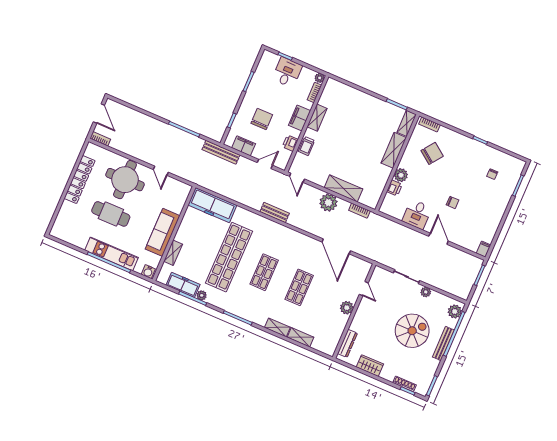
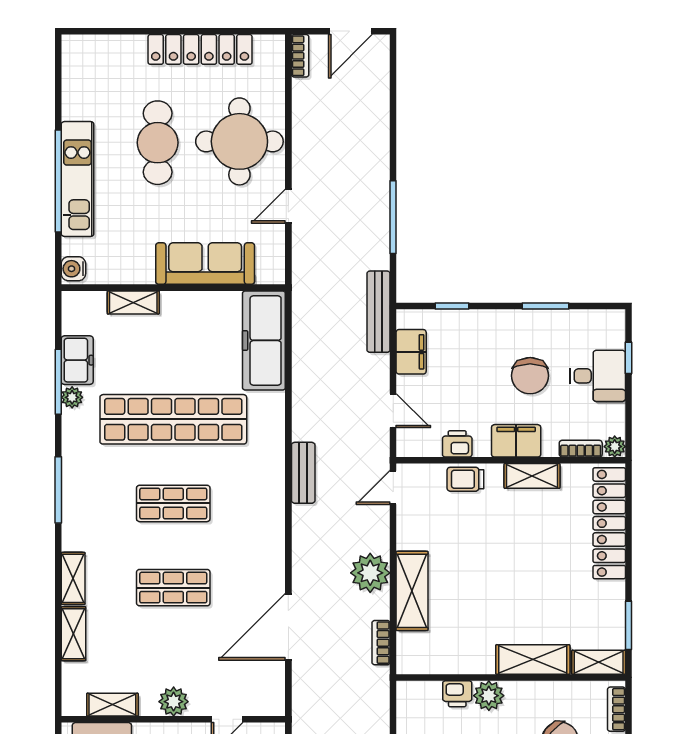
locker: (351, 94) -> (609, 523), added
chair: (262, 119) -> (530, 376), moved, turned 90
sofa: (163, 232) -> (205, 264), moved
freezer: (183, 285) -> (77, 360), width x0.71
shelving: (337, 334) -> (112, 705), added

